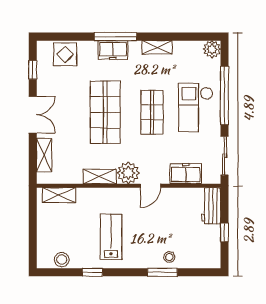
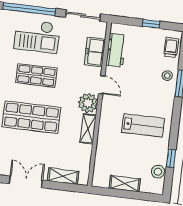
shelving: (59, 195) -> (125, 184), moved, turned 90
workbench: (211, 206) -> (116, 50), moved, turned -90
lab bench: (111, 237) -> (143, 125), turned 180
trolley: (201, 257) -> (171, 47), added
window: (92, 272) -> (171, 158), moved

